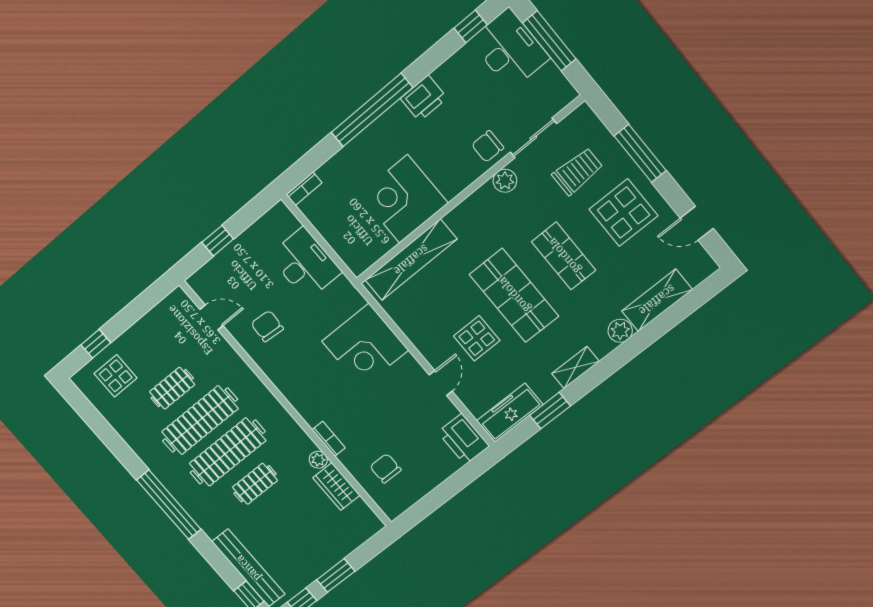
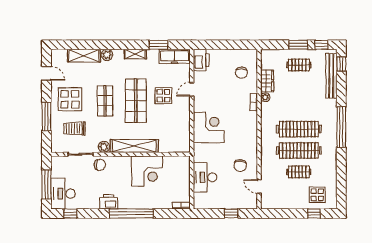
shelving: (411, 260) -> (134, 146), moved
clothes rail: (255, 484) -> (299, 65), moved

